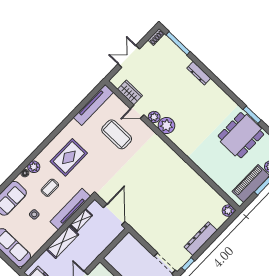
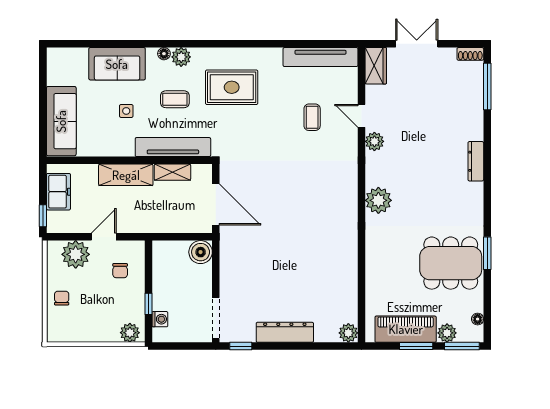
dresser: (199, 73) -> (476, 161), moved
wardrobe: (130, 93) -> (376, 66), moved
plant: (166, 126) -> (378, 200), moved
coffee table: (117, 134) -> (312, 117), width x0.54, depth x0.58
door: (114, 215) -> (216, 204), hinge flipped
boiler: (129, 242) -> (201, 252), added

